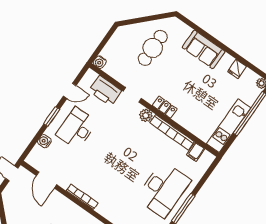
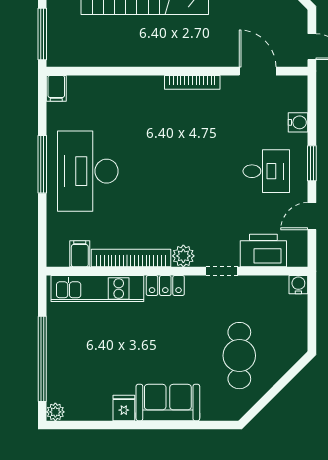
fridge: (237, 69) -> (124, 408), moved
kitchen unit: (229, 126) -> (97, 288), moved, turned 90
desk: (77, 128) -> (266, 171), width x0.73

